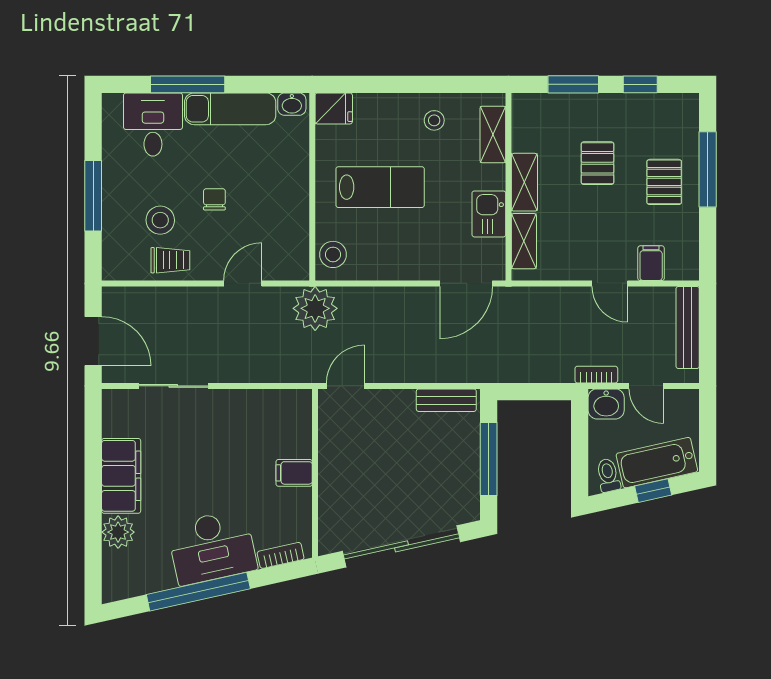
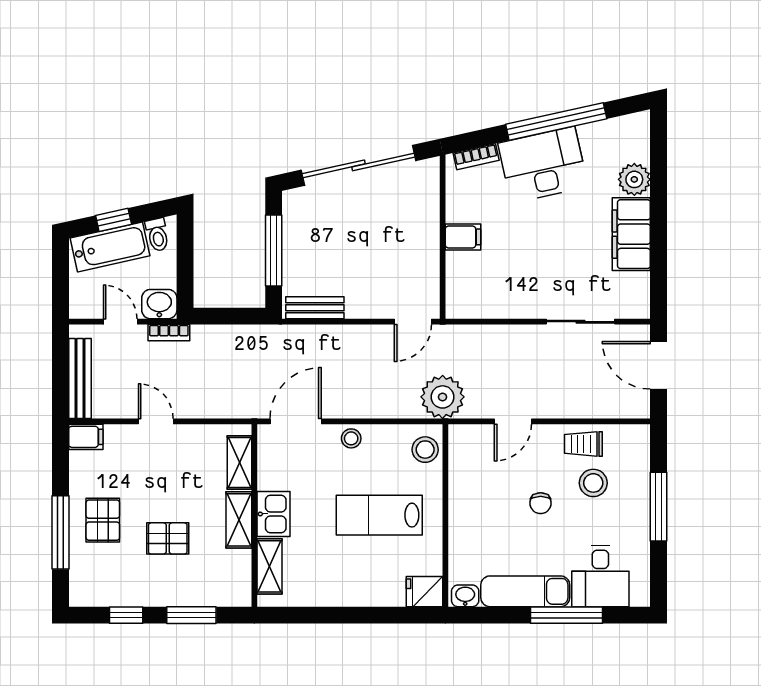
stool: (434, 120) -> (351, 438), moved
pallet: (597, 163) -> (168, 538), turned 90
kitchen sink: (489, 214) -> (273, 514), moved
filing cabinet: (651, 263) -> (86, 437), moved, turned -90

